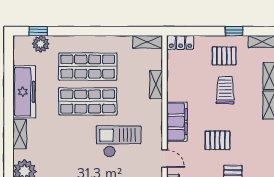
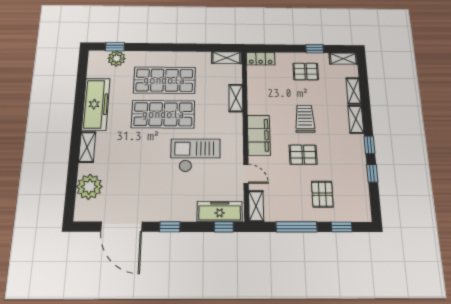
trolley: (225, 90) -> (305, 119), moved

